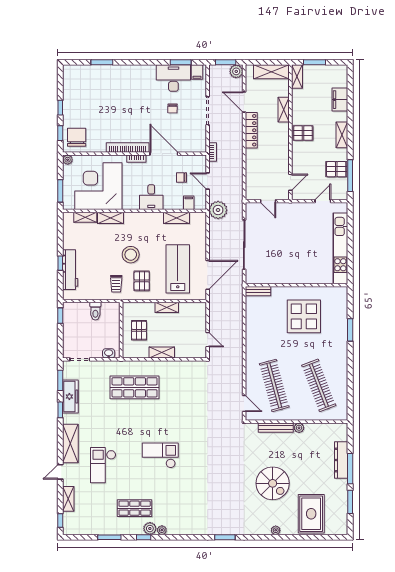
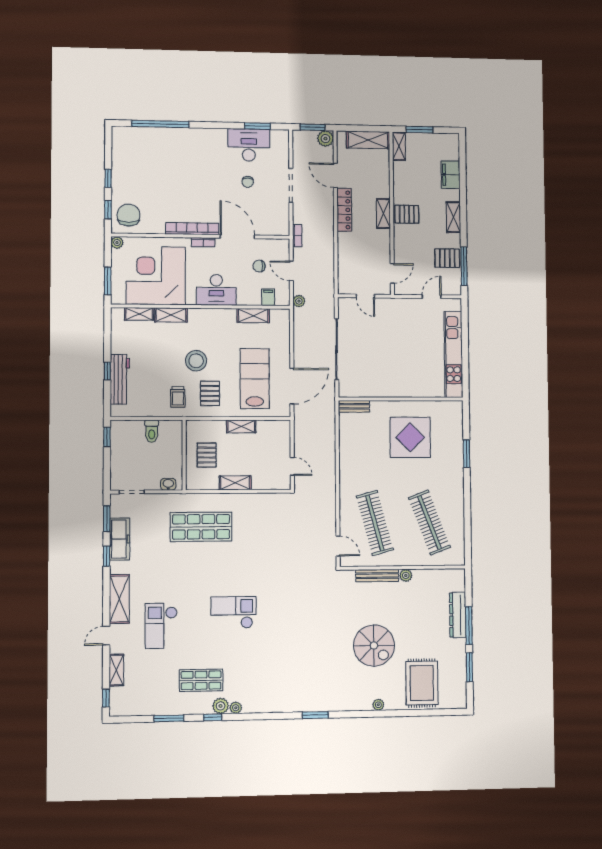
window: (102, 62) -> (160, 124), width x2.11
filing cabinet: (197, 72) -> (278, 138), removed
shelving: (284, 110) -> (383, 214), moved
desk: (151, 197) -> (216, 290), width x1.37
plant: (218, 210) -> (299, 301), width x0.53, depth x0.53

